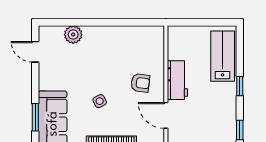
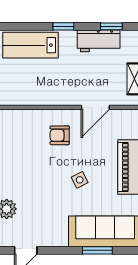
workbench: (177, 80) -> (99, 41), moved, turned 180
armchair: (140, 83) -> (60, 135), turned -97

